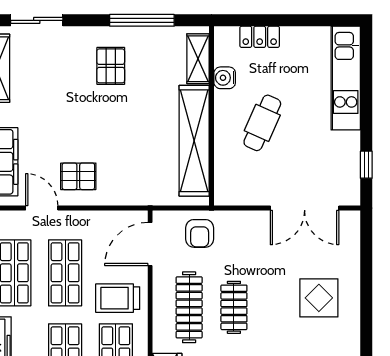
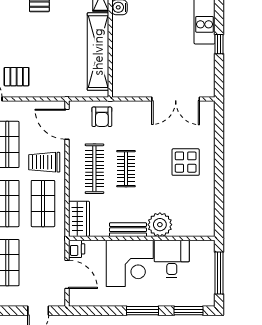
cafe table: (262, 123) -> (146, 39), removed
window: (366, 165) -> (219, 44), moved
door: (150, 244) -> (67, 124), hinge flipped

